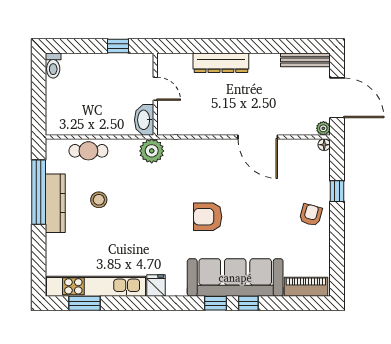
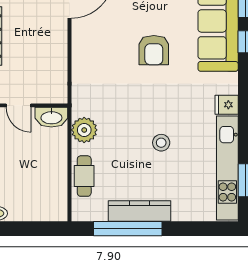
door: (155, 89) -> (19, 105), swing flipped
plant: (152, 151) -> (84, 130), moved
stool: (99, 200) -> (161, 143), moved

